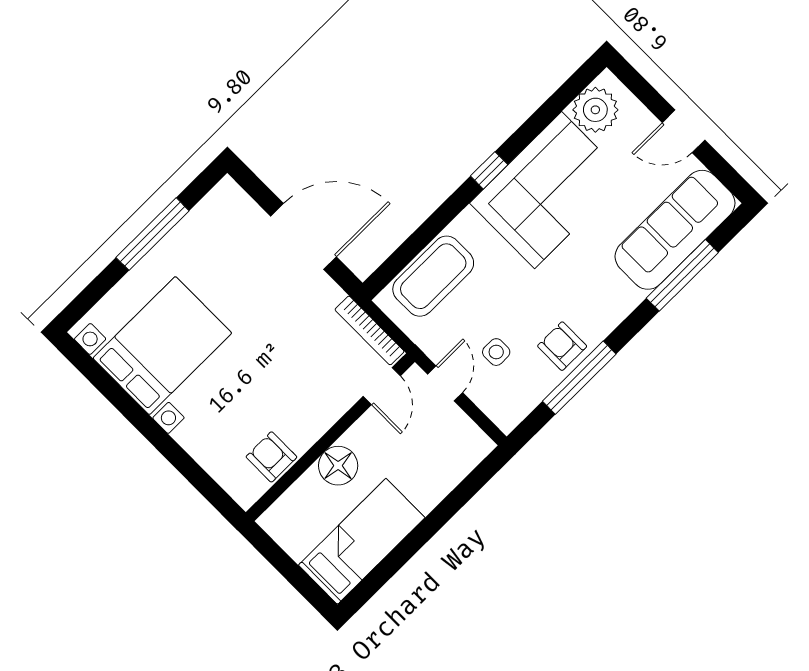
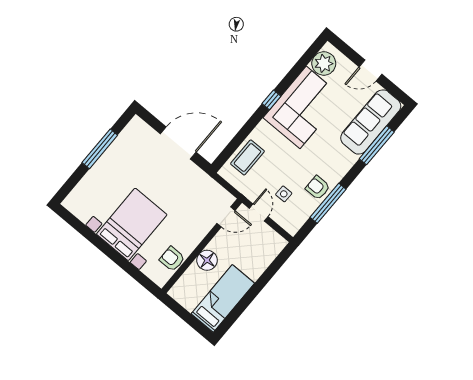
coffee table: (433, 276) -> (247, 157), width x0.73, depth x0.76
bookcase: (370, 330) -> (217, 189), removed
bed with nightstands: (162, 346) -> (132, 224), moved
door: (382, 386) -> (226, 217), hinge flipped

